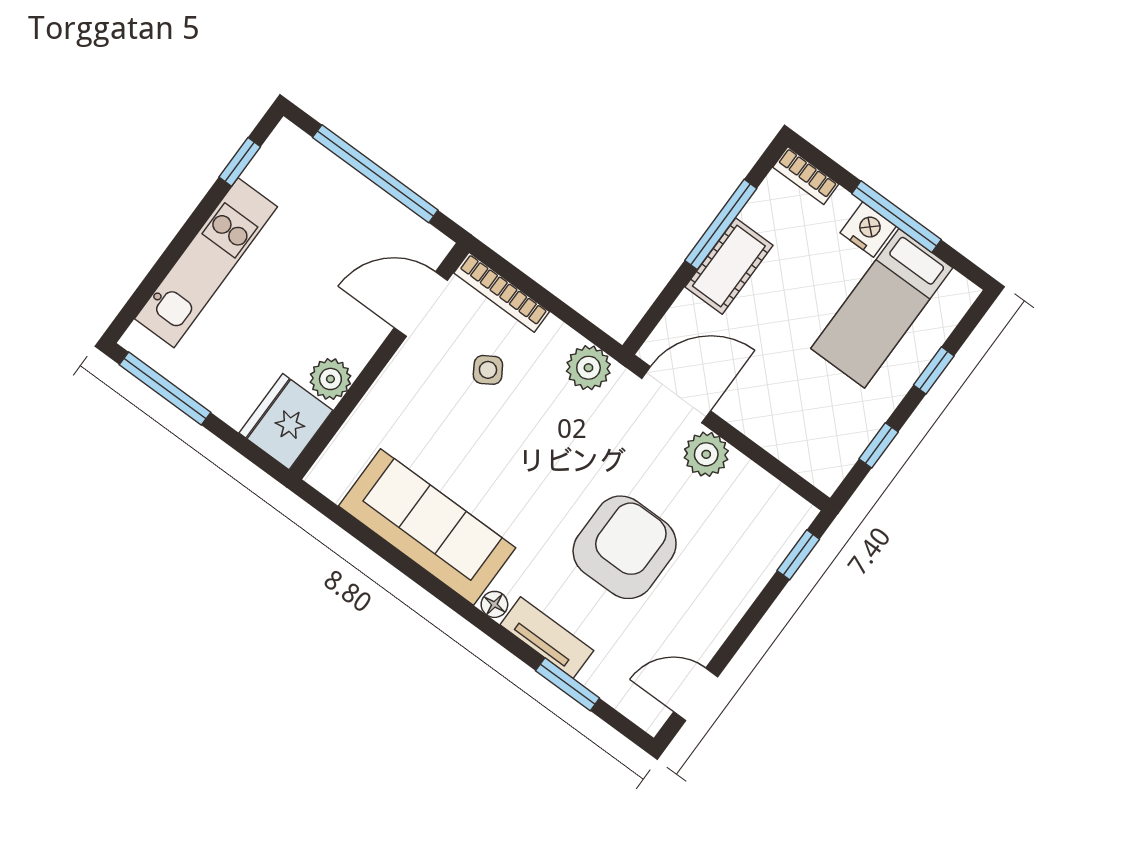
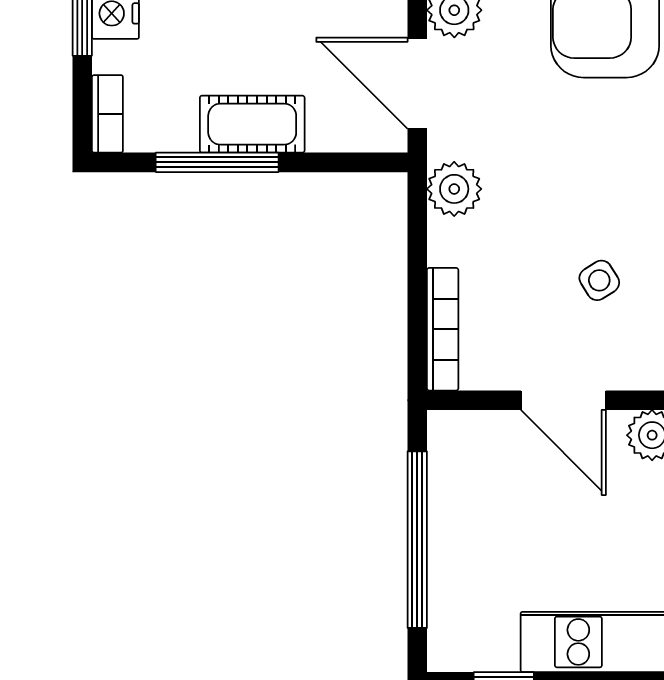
door: (421, 304) -> (563, 400), moved
side table: (488, 370) -> (599, 280), moved

